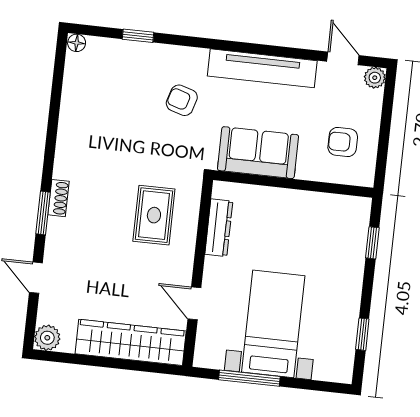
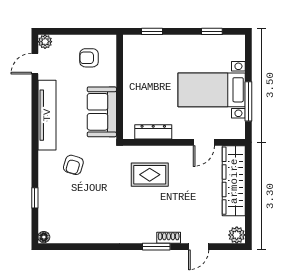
armchair: (343, 142) -> (89, 58), turned 90
shoe rack: (58, 198) -> (169, 238), moved

